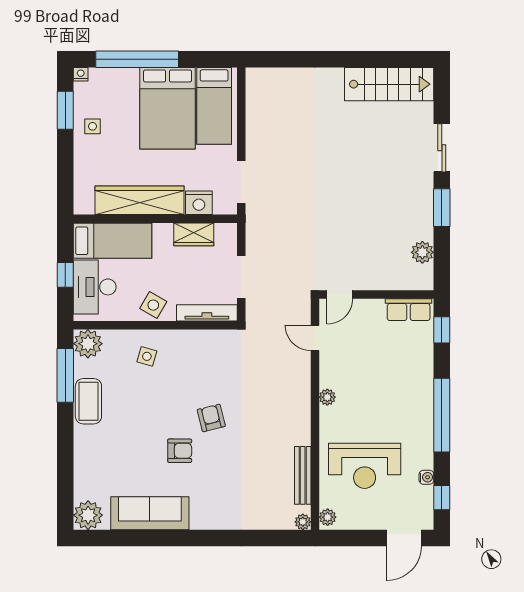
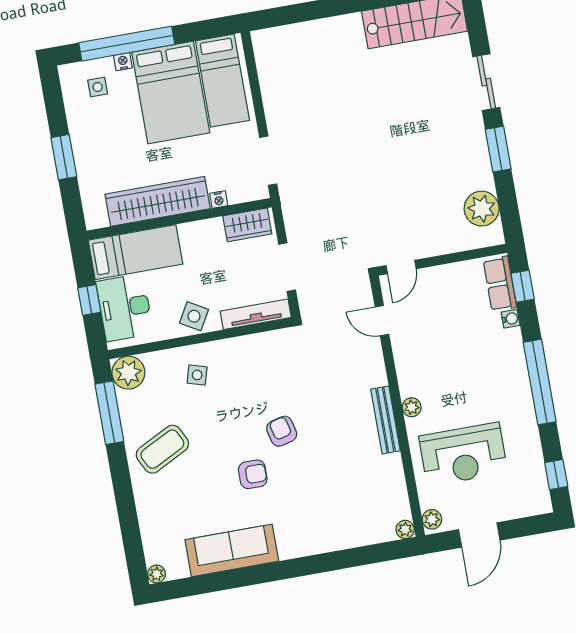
nightstand: (81, 74) -> (123, 62), moved
window: (65, 110) -> (64, 157), moved
side table: (93, 126) -> (98, 87), moved
nightstand: (199, 203) -> (219, 199), width x0.53, depth x0.56
wardrobe: (194, 234) -> (247, 225), moved
plant: (422, 252) -> (482, 209), width x1.36, depth x1.36
row of seats: (409, 310) -> (500, 284), moved, turned 90
plant: (327, 397) -> (412, 407), moved
coffee table: (88, 401) -> (162, 449), moved, turned 63
bench: (303, 475) -> (385, 420), moved
water cooler: (426, 477) -> (511, 319), moved
plant: (88, 515) -> (157, 574), width x0.53, depth x0.53
door: (404, 538) -> (479, 535), moved

